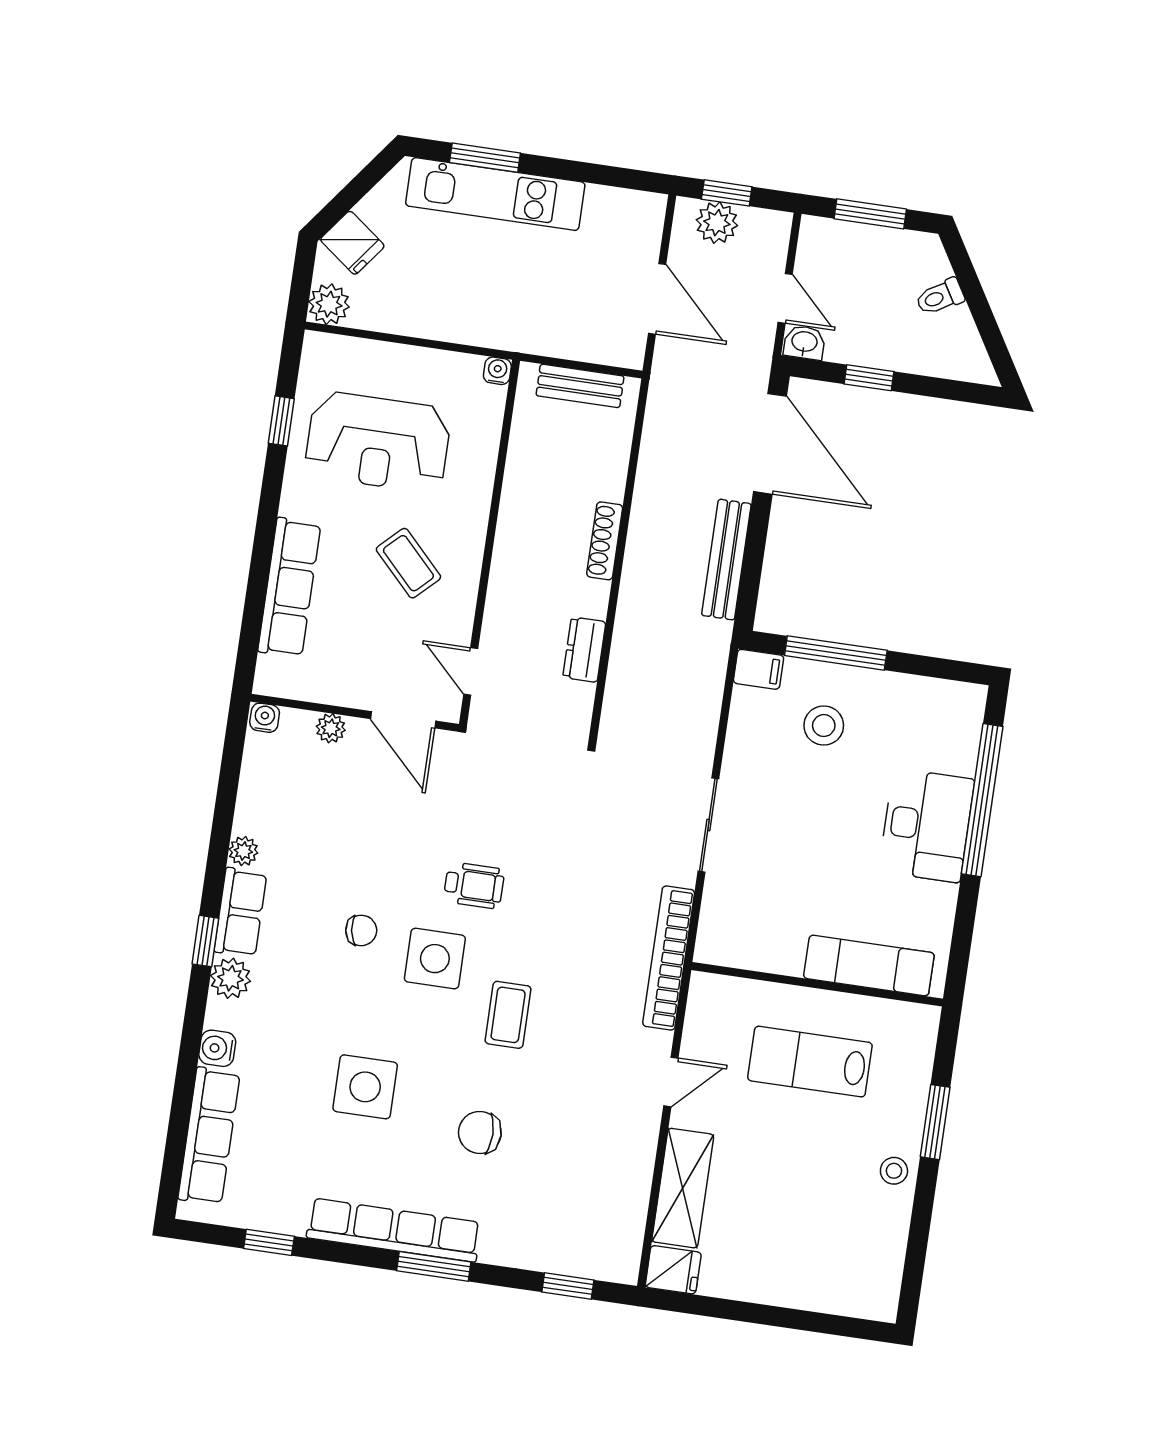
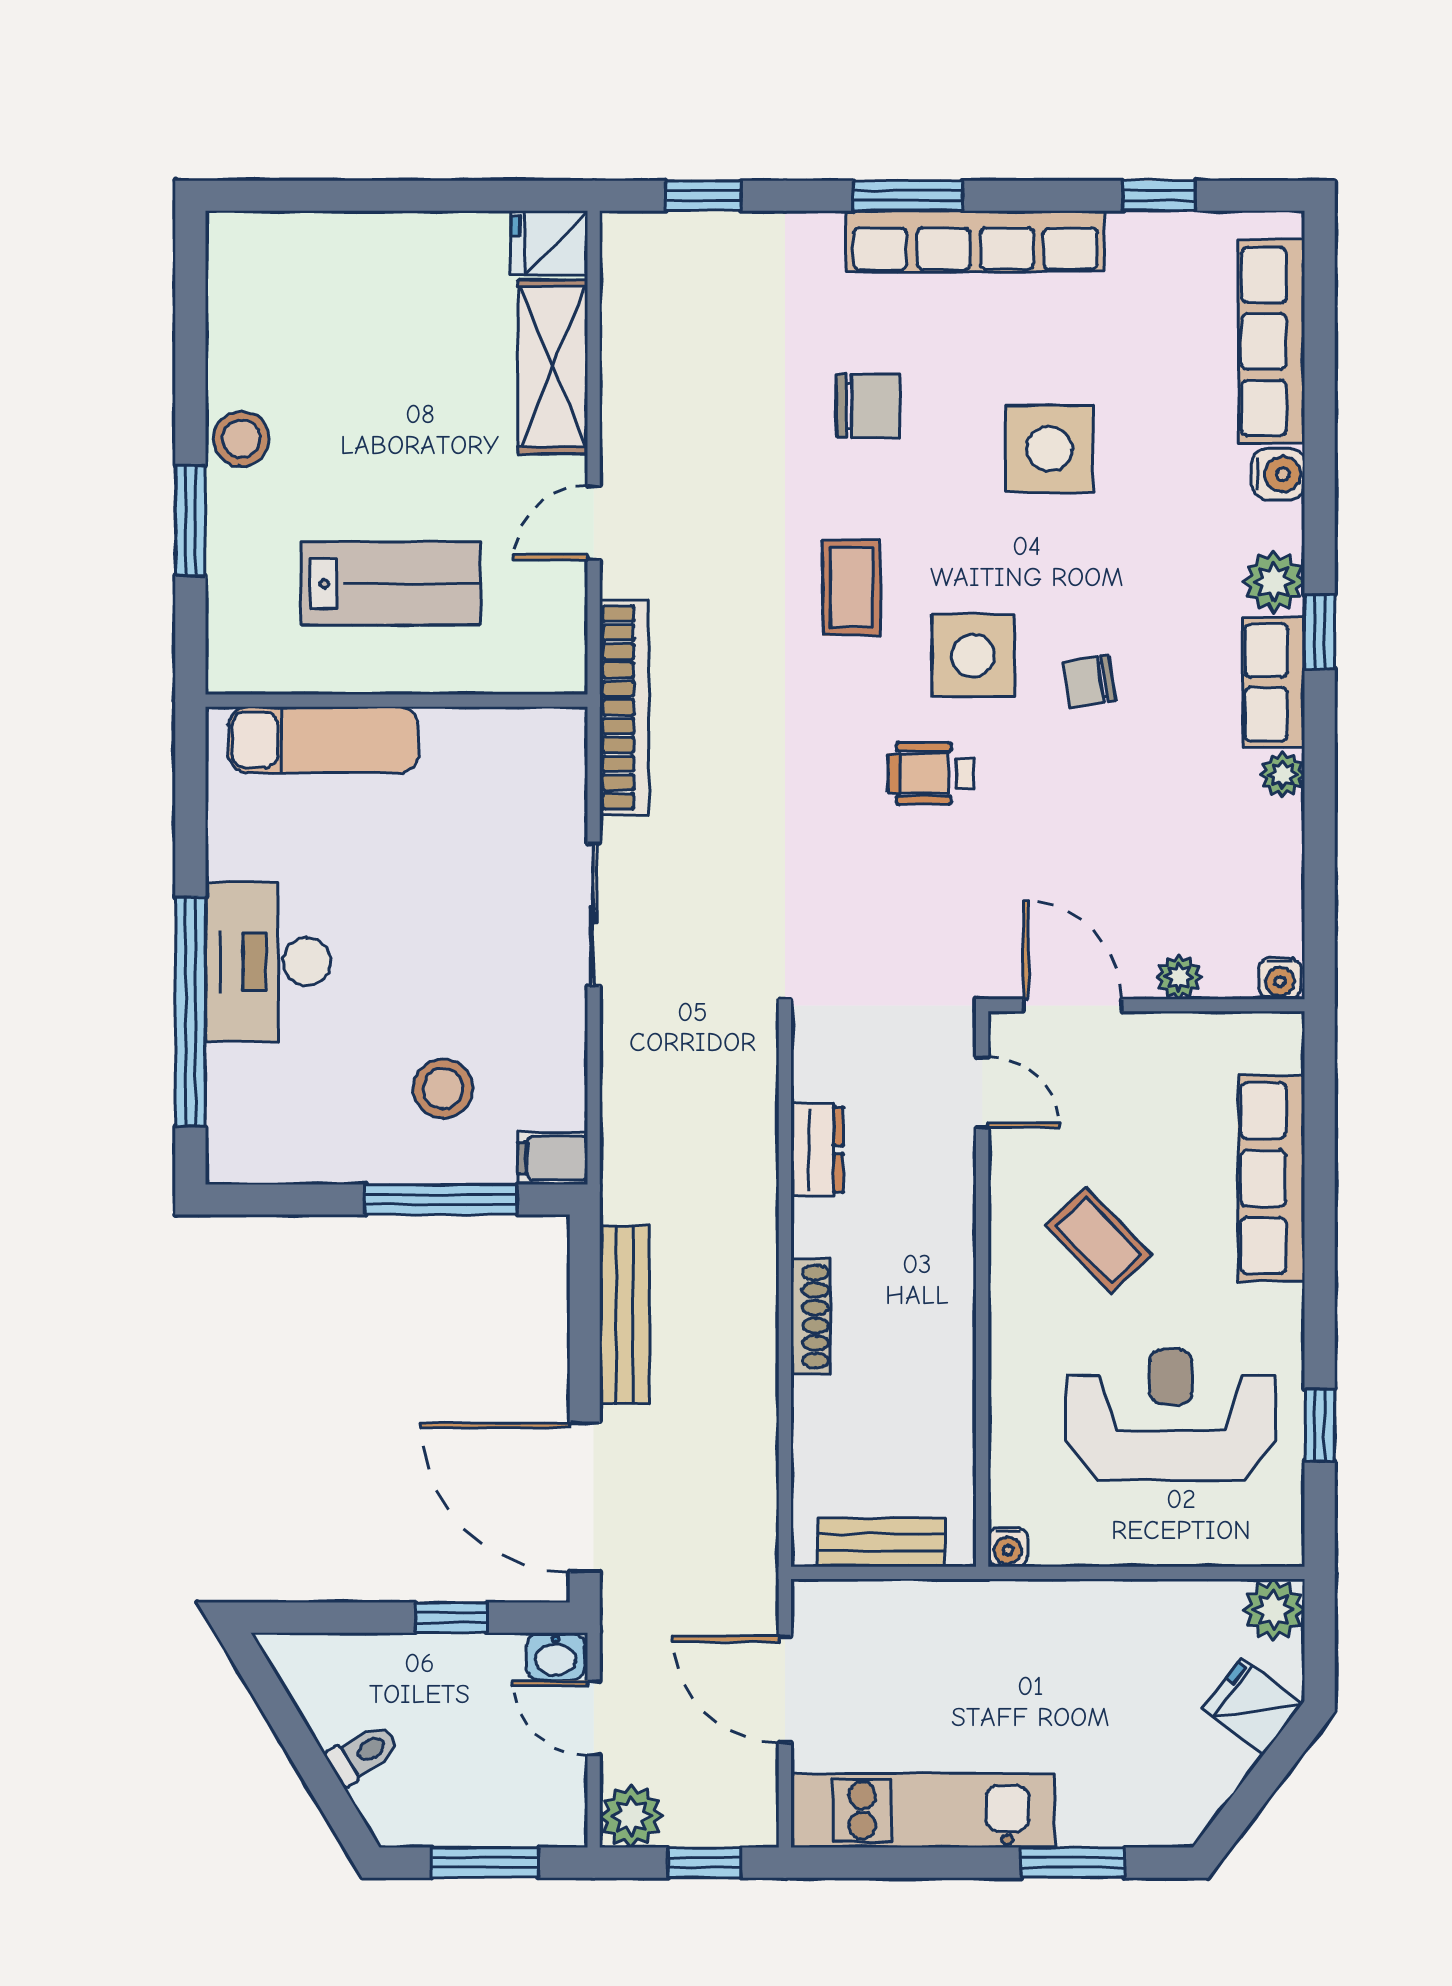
kitchen unit: (495, 194) -> (923, 1811), moved
plant: (717, 223) -> (631, 1816), moved
stool: (894, 1171) -> (241, 439), width x1.37, depth x1.37

